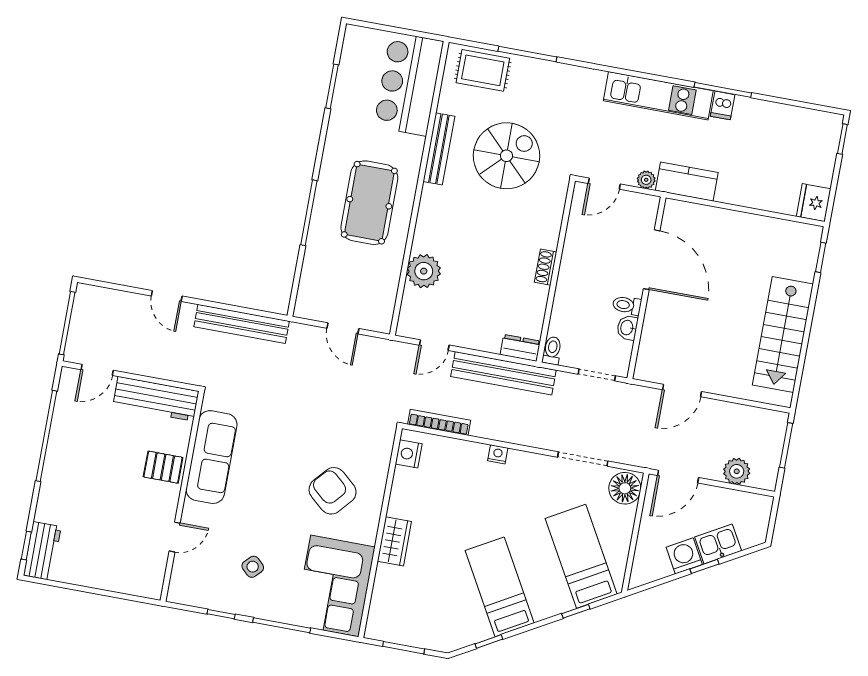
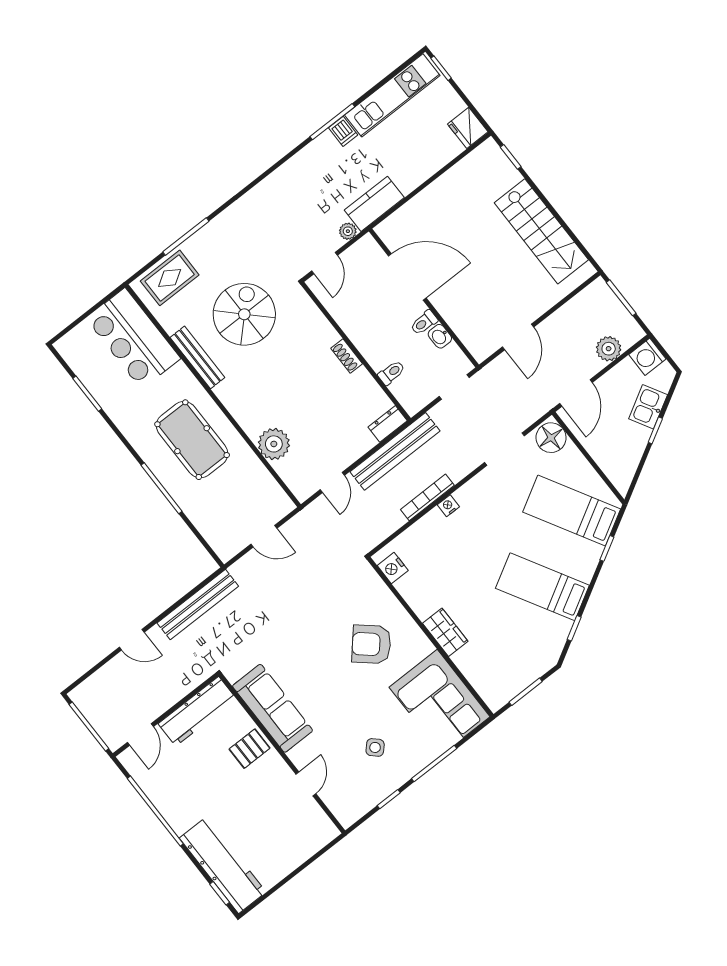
kitchen unit: (658, 96) -> (392, 95), moved
toilet: (552, 350) -> (392, 373), moved, turned 90
bookcase: (439, 422) -> (427, 497), moved
workbench: (42, 551) -> (223, 865), width x1.88, depth x1.32
washing machine: (684, 556) -> (647, 357), moved, turned -60

